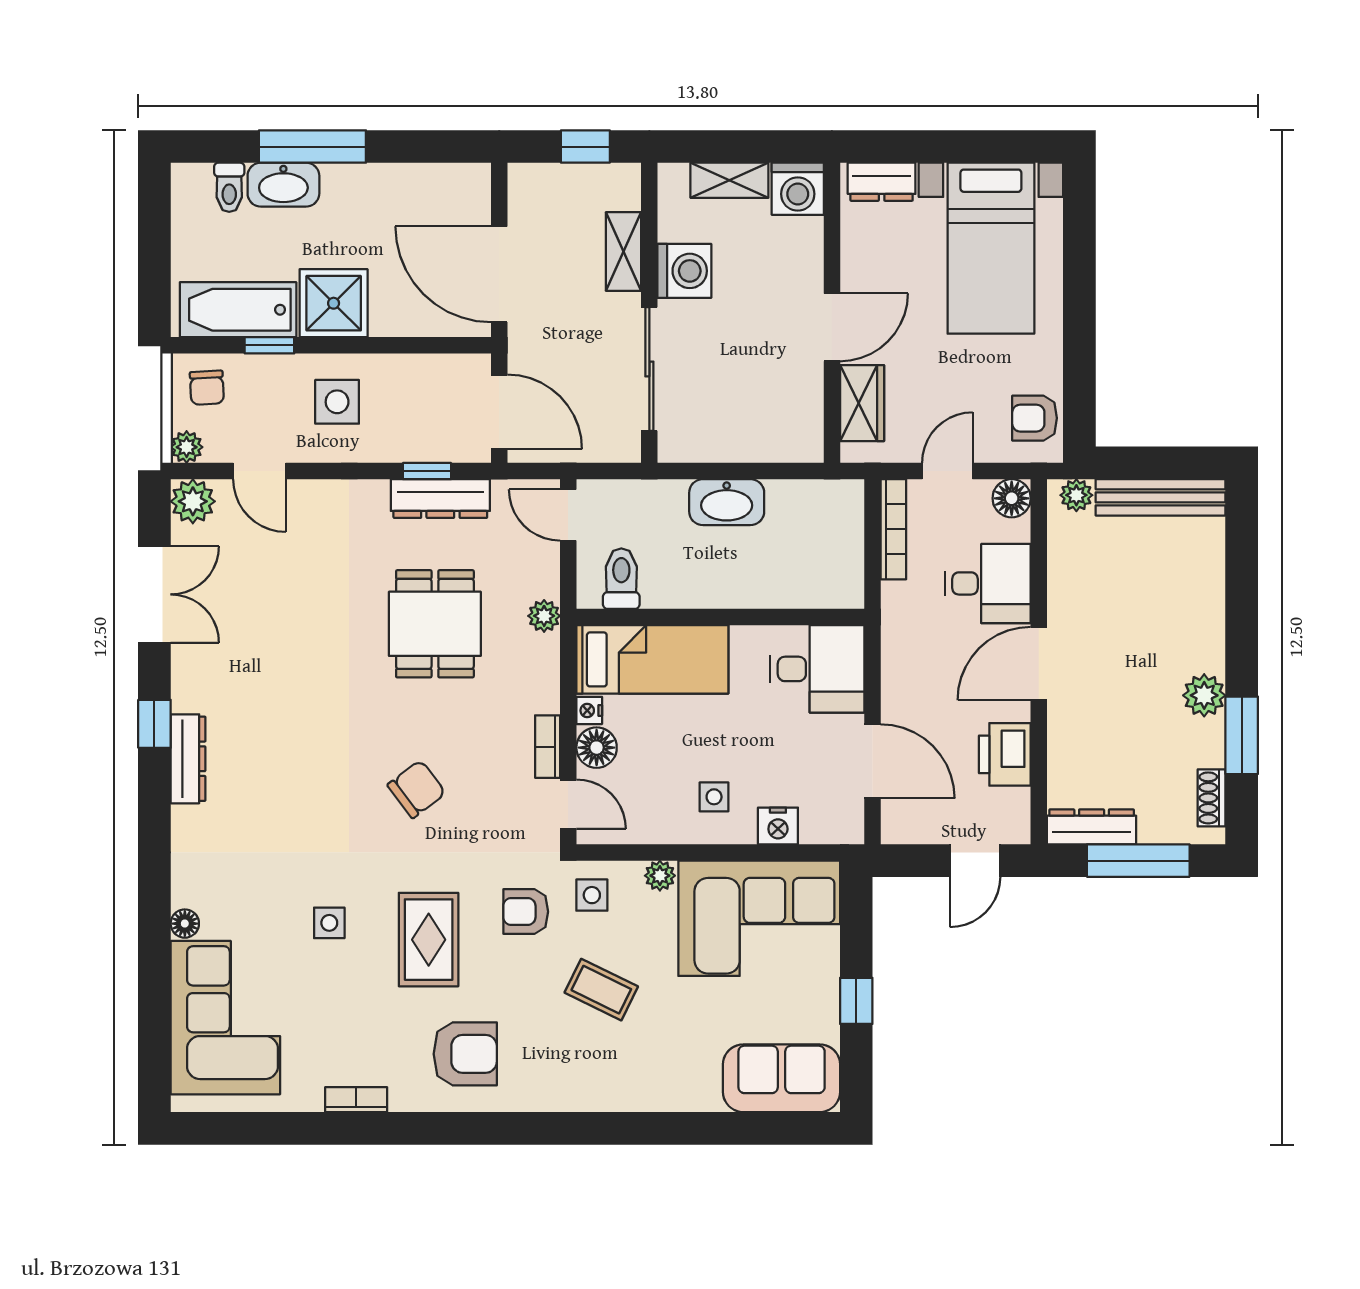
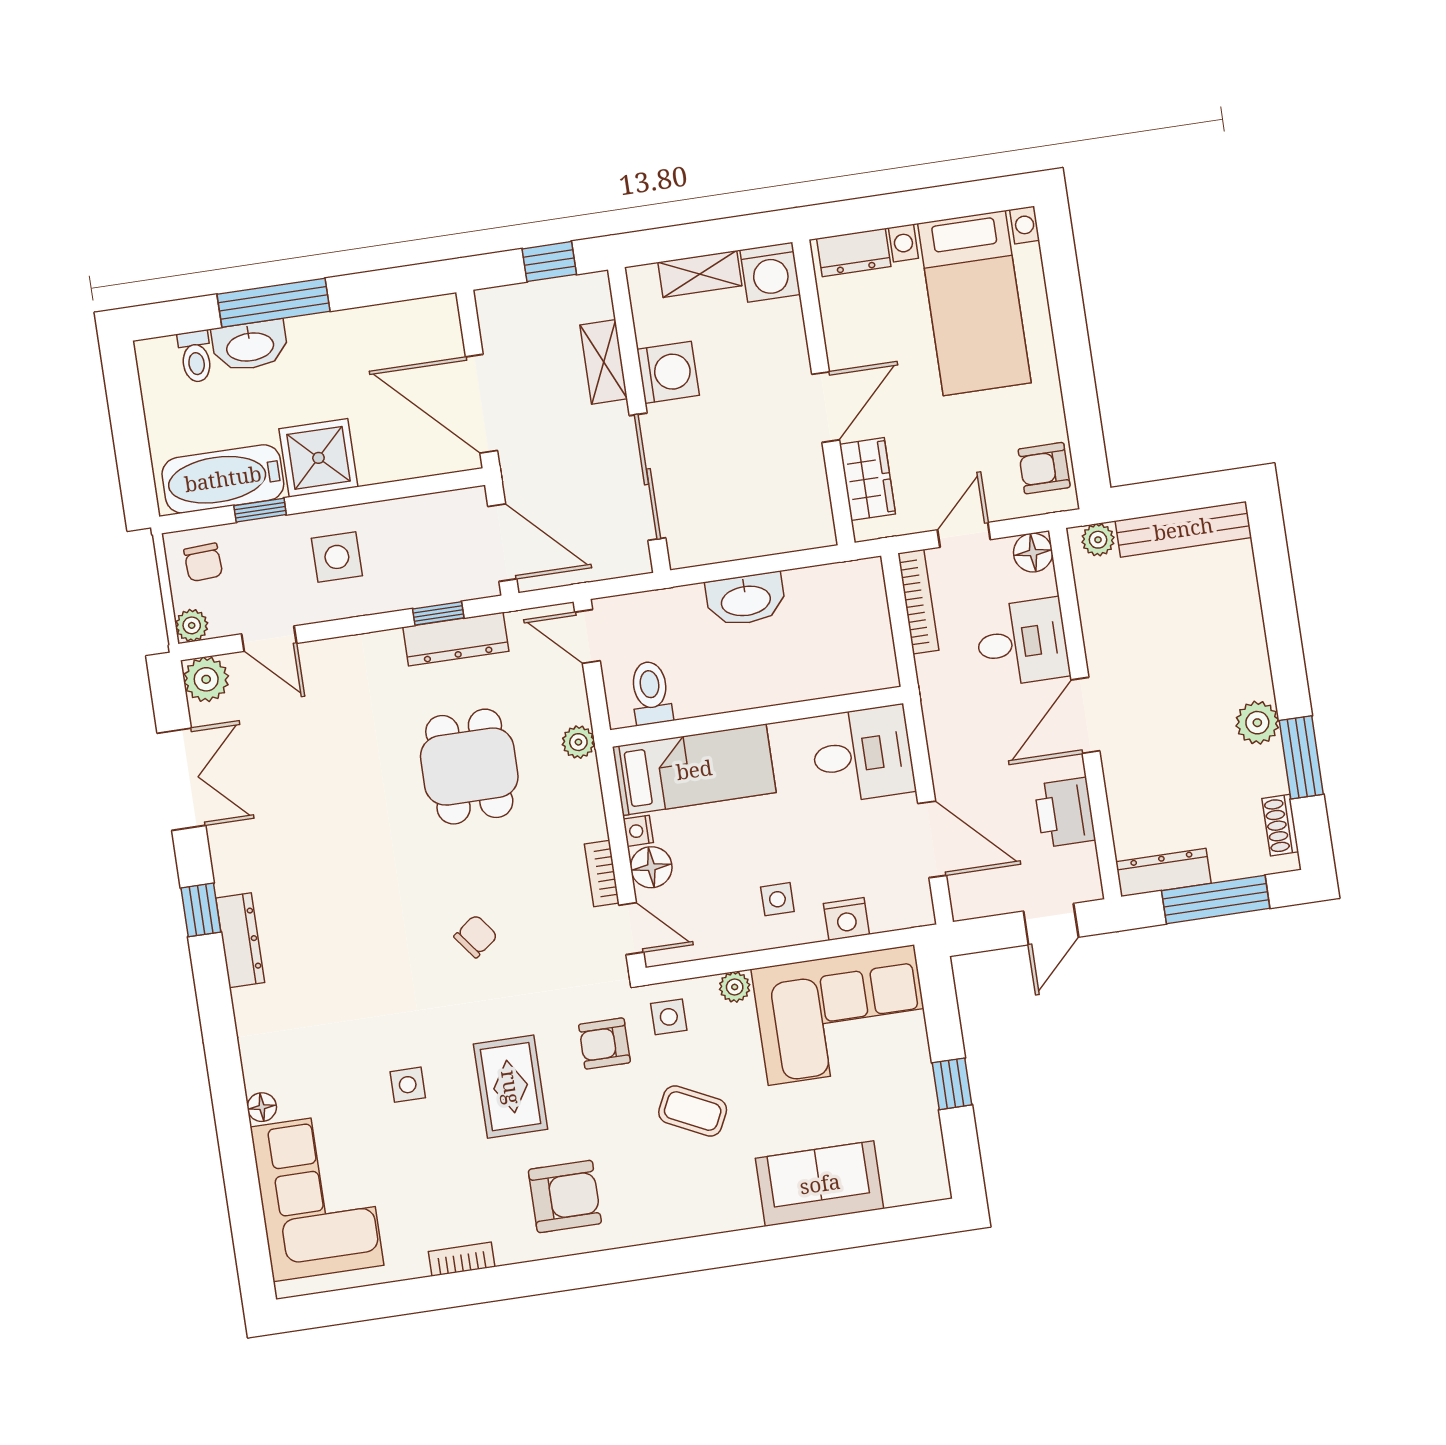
chair: (417, 789) -> (476, 936), width x0.73, depth x0.73
sofa: (782, 1078) -> (820, 1184), moved

